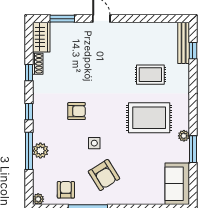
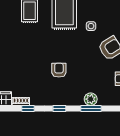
side table: (94, 143) -> (91, 26), moved
window: (29, 151) -> (91, 108), width x0.69

